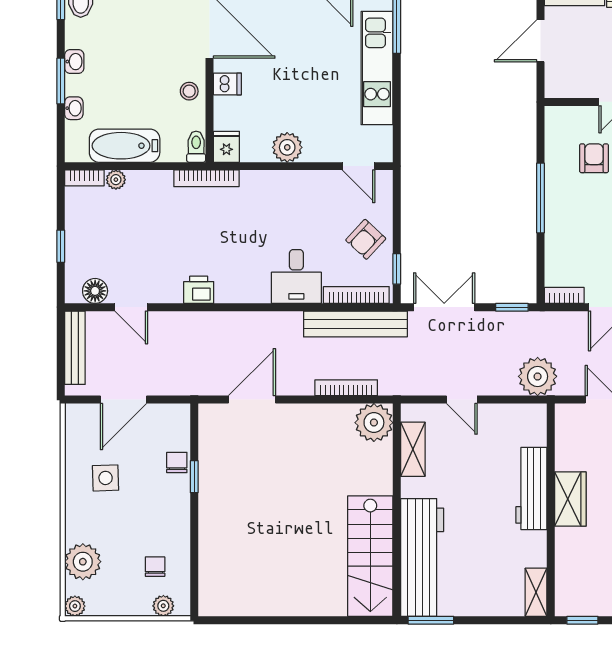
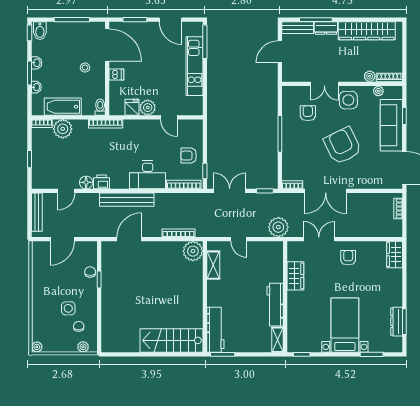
stool: (189, 91) -> (85, 68), moved
fridge: (226, 147) -> (132, 107), moved
door: (358, 166) -> (169, 117), moved
plant: (116, 180) -> (63, 129), width x1.88, depth x1.88
armchair: (366, 239) -> (189, 156), turned 47
desk: (296, 276) -> (148, 175), width x1.37
floor lamp: (95, 291) -> (86, 182), moved
door: (131, 307) -> (66, 191), hinge flipped
bench: (355, 324) -> (127, 200), moved
side table: (106, 478) -> (68, 308), moved
workbench: (531, 489) -> (275, 305), moved
wardrobe: (570, 499) -> (295, 276), moved
stairs: (370, 556) -> (171, 340), moved, turned 90
workbench: (422, 557) -> (215, 330), width x0.73, depth x0.76
plant: (83, 562) -> (41, 324), removed

